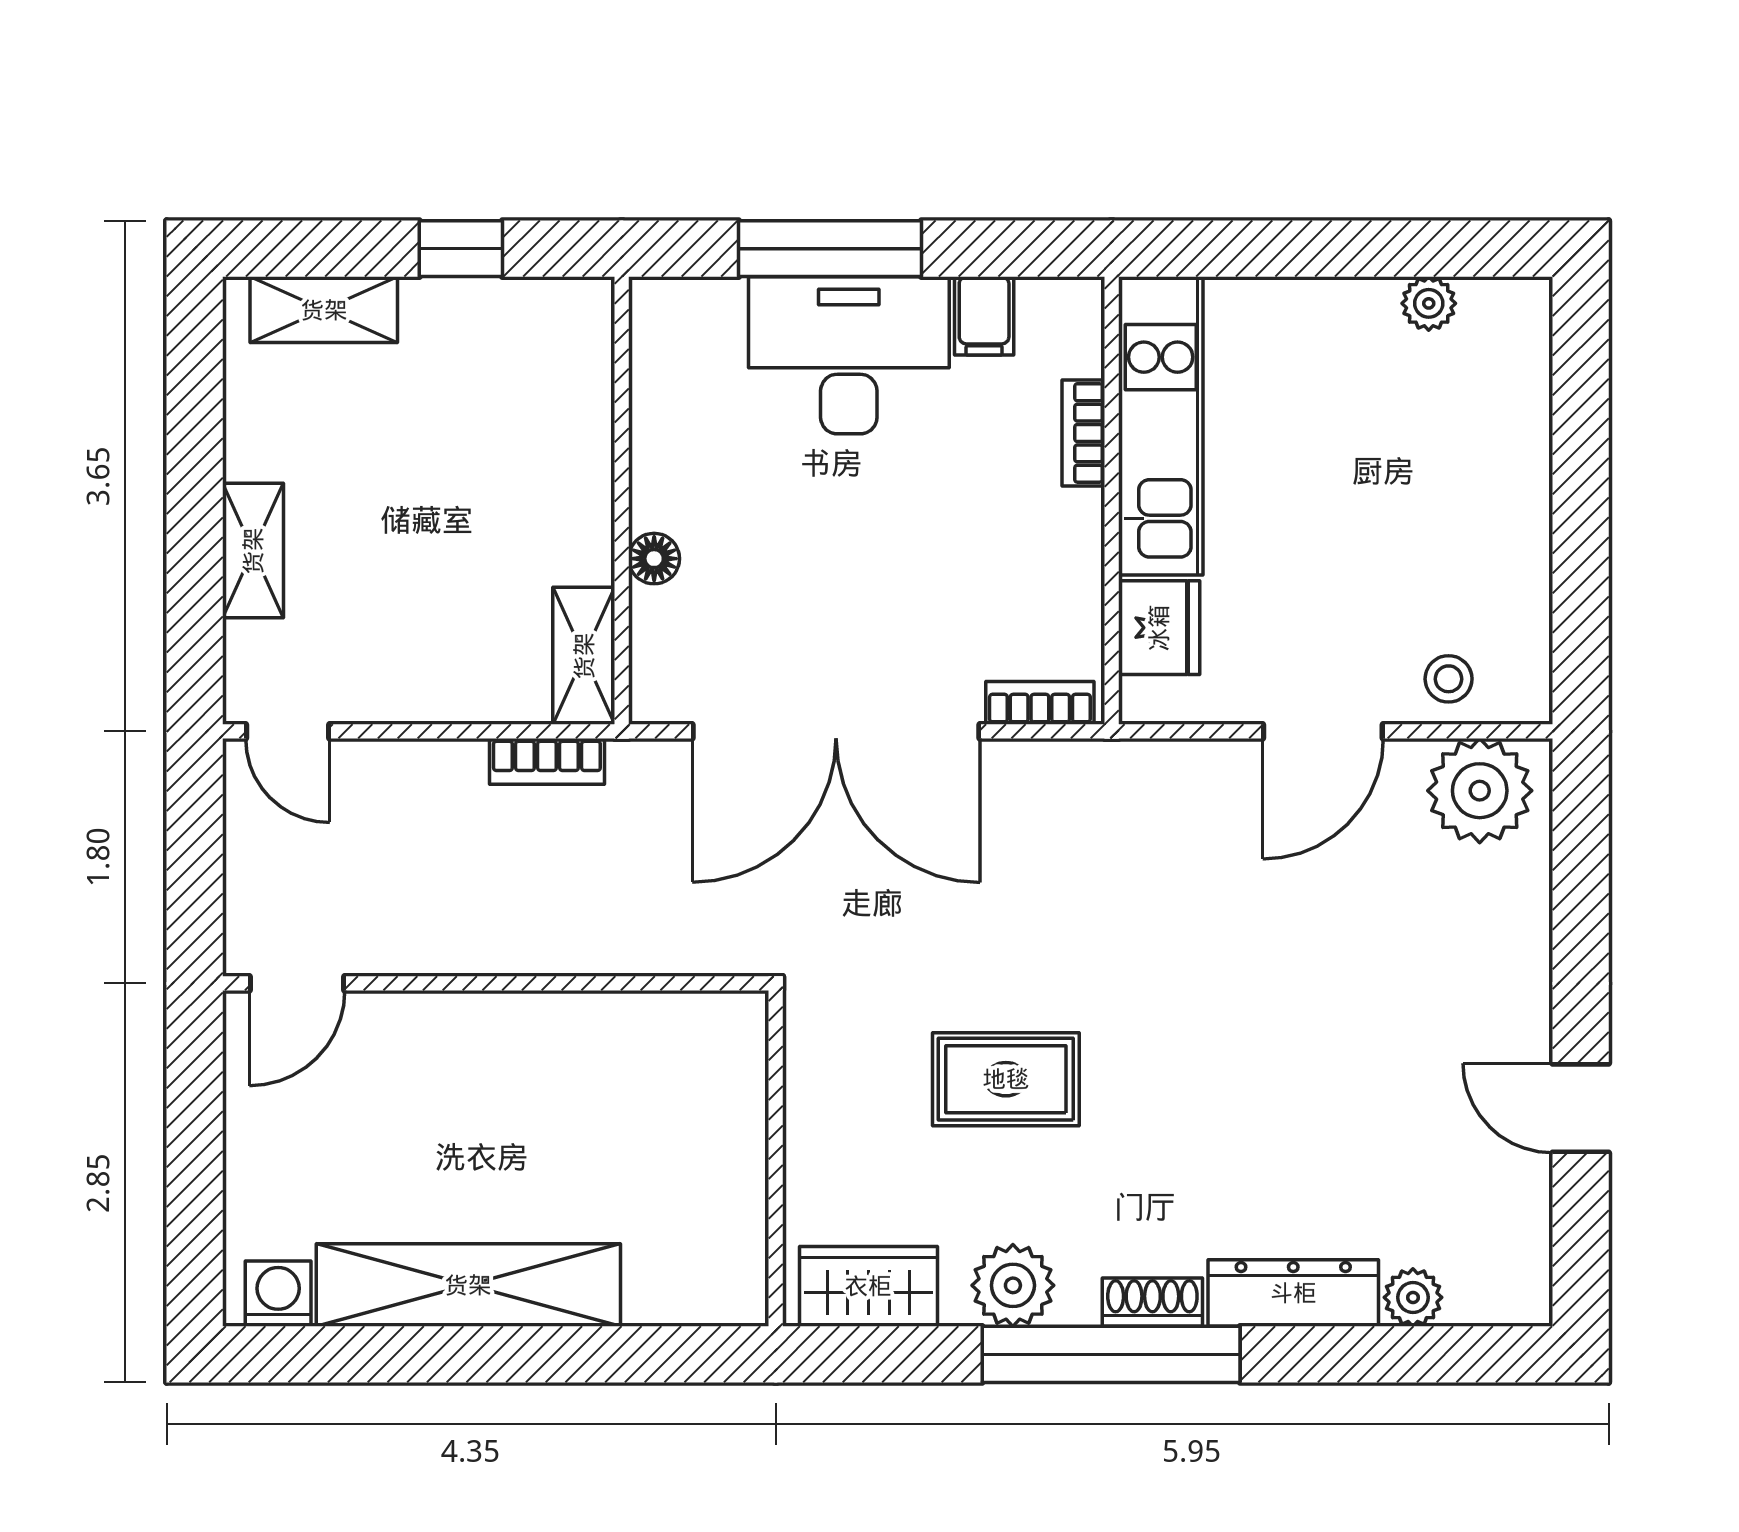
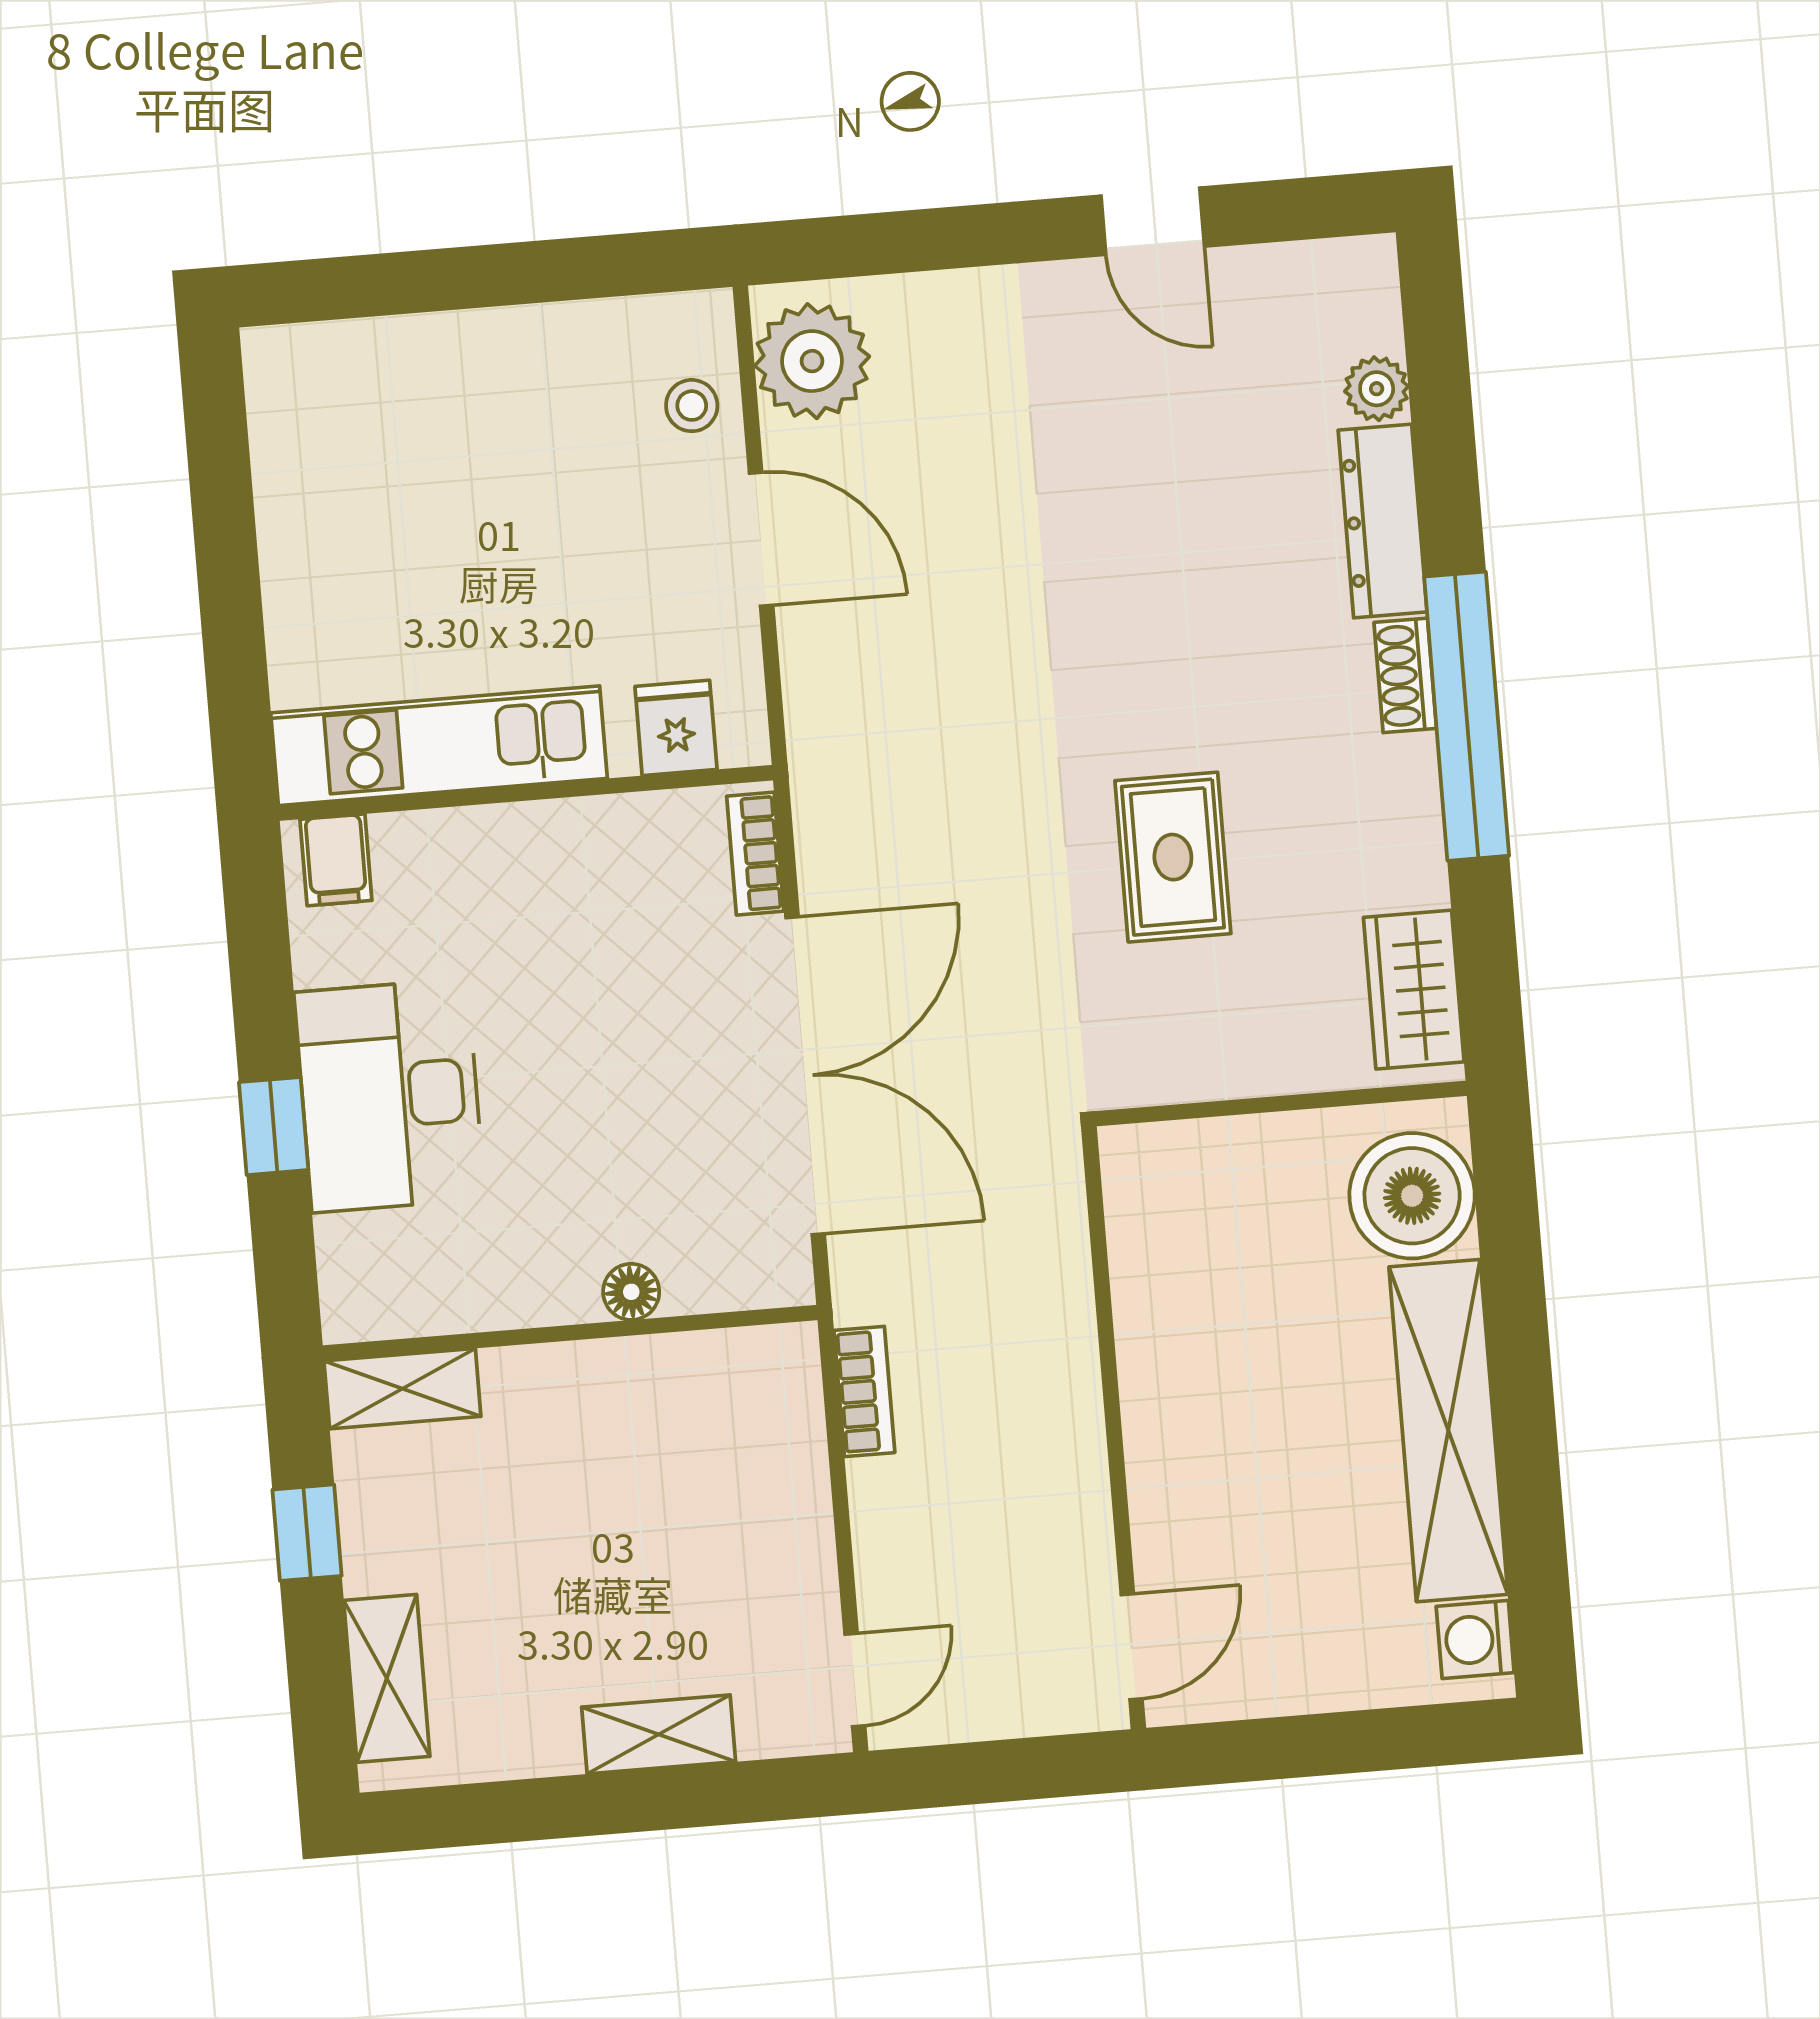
window: (830, 249) -> (274, 1126), width x0.46
plant: (1429, 303) -> (280, 461), removed
filing cabinet: (984, 316) -> (336, 860), moved, turned 90
bookcase: (1083, 433) -> (454, 830), removed
fridge: (1159, 628) -> (676, 728), width x0.72
shelving: (584, 656) -> (402, 1389), moved
door: (297, 983) -> (1132, 1647), hinge flipped
door: (1581, 1108) -> (1153, 221), hinge flipped
boiler: (683, 1270) -> (1412, 1196), added
plant: (1013, 1285) -> (1399, 831), removed

